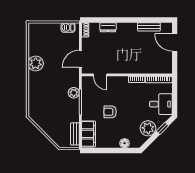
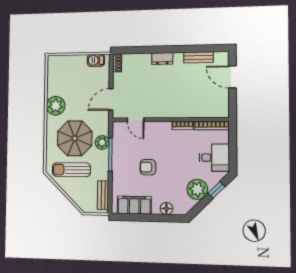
dresser: (108, 27) -> (162, 59), moved
parasol: (52, 90) -> (75, 138), added
sun lounger: (49, 114) -> (71, 170), added
filing cabinet: (88, 134) -> (134, 205), moved, turned -90

